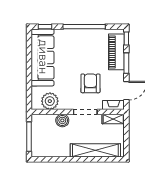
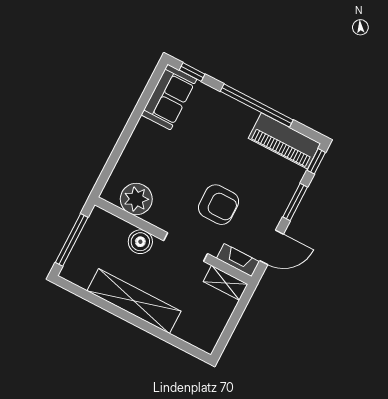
piano: (116, 52) -> (284, 141), moved, turned -90
sofa: (43, 57) -> (169, 97), width x0.54, depth x0.79
armchair: (90, 83) -> (219, 205), turned 90
shelving: (95, 150) -> (134, 301), moved

